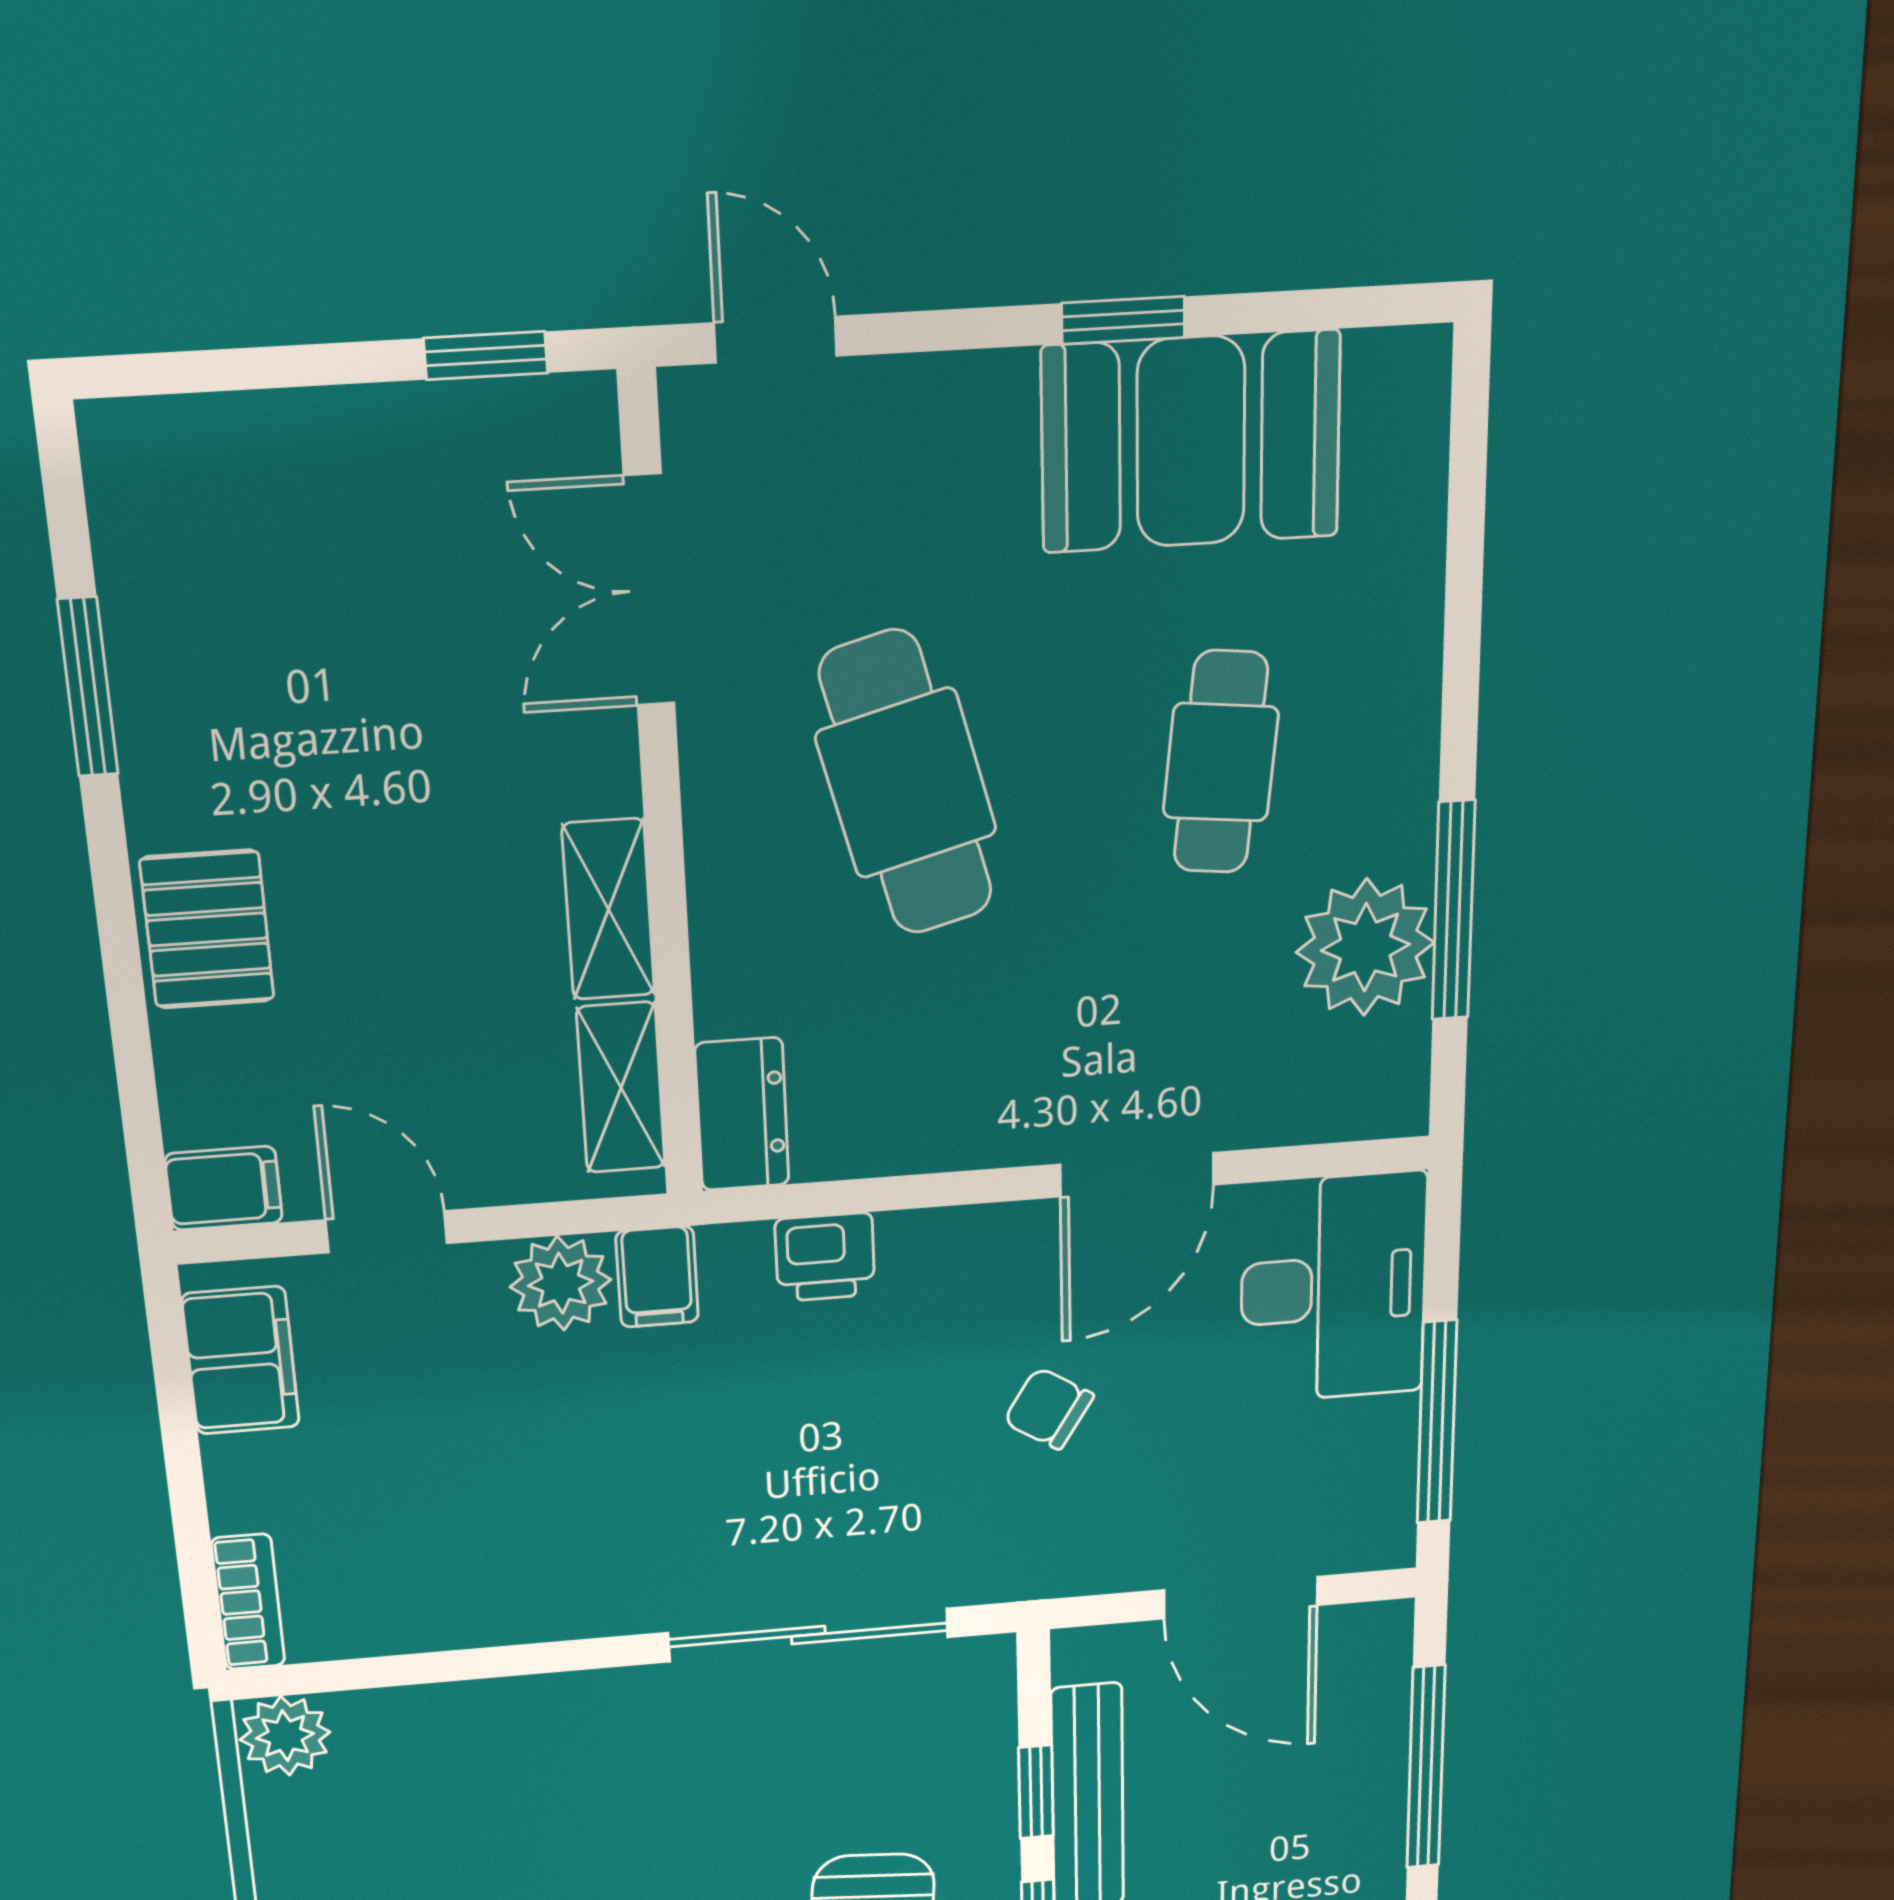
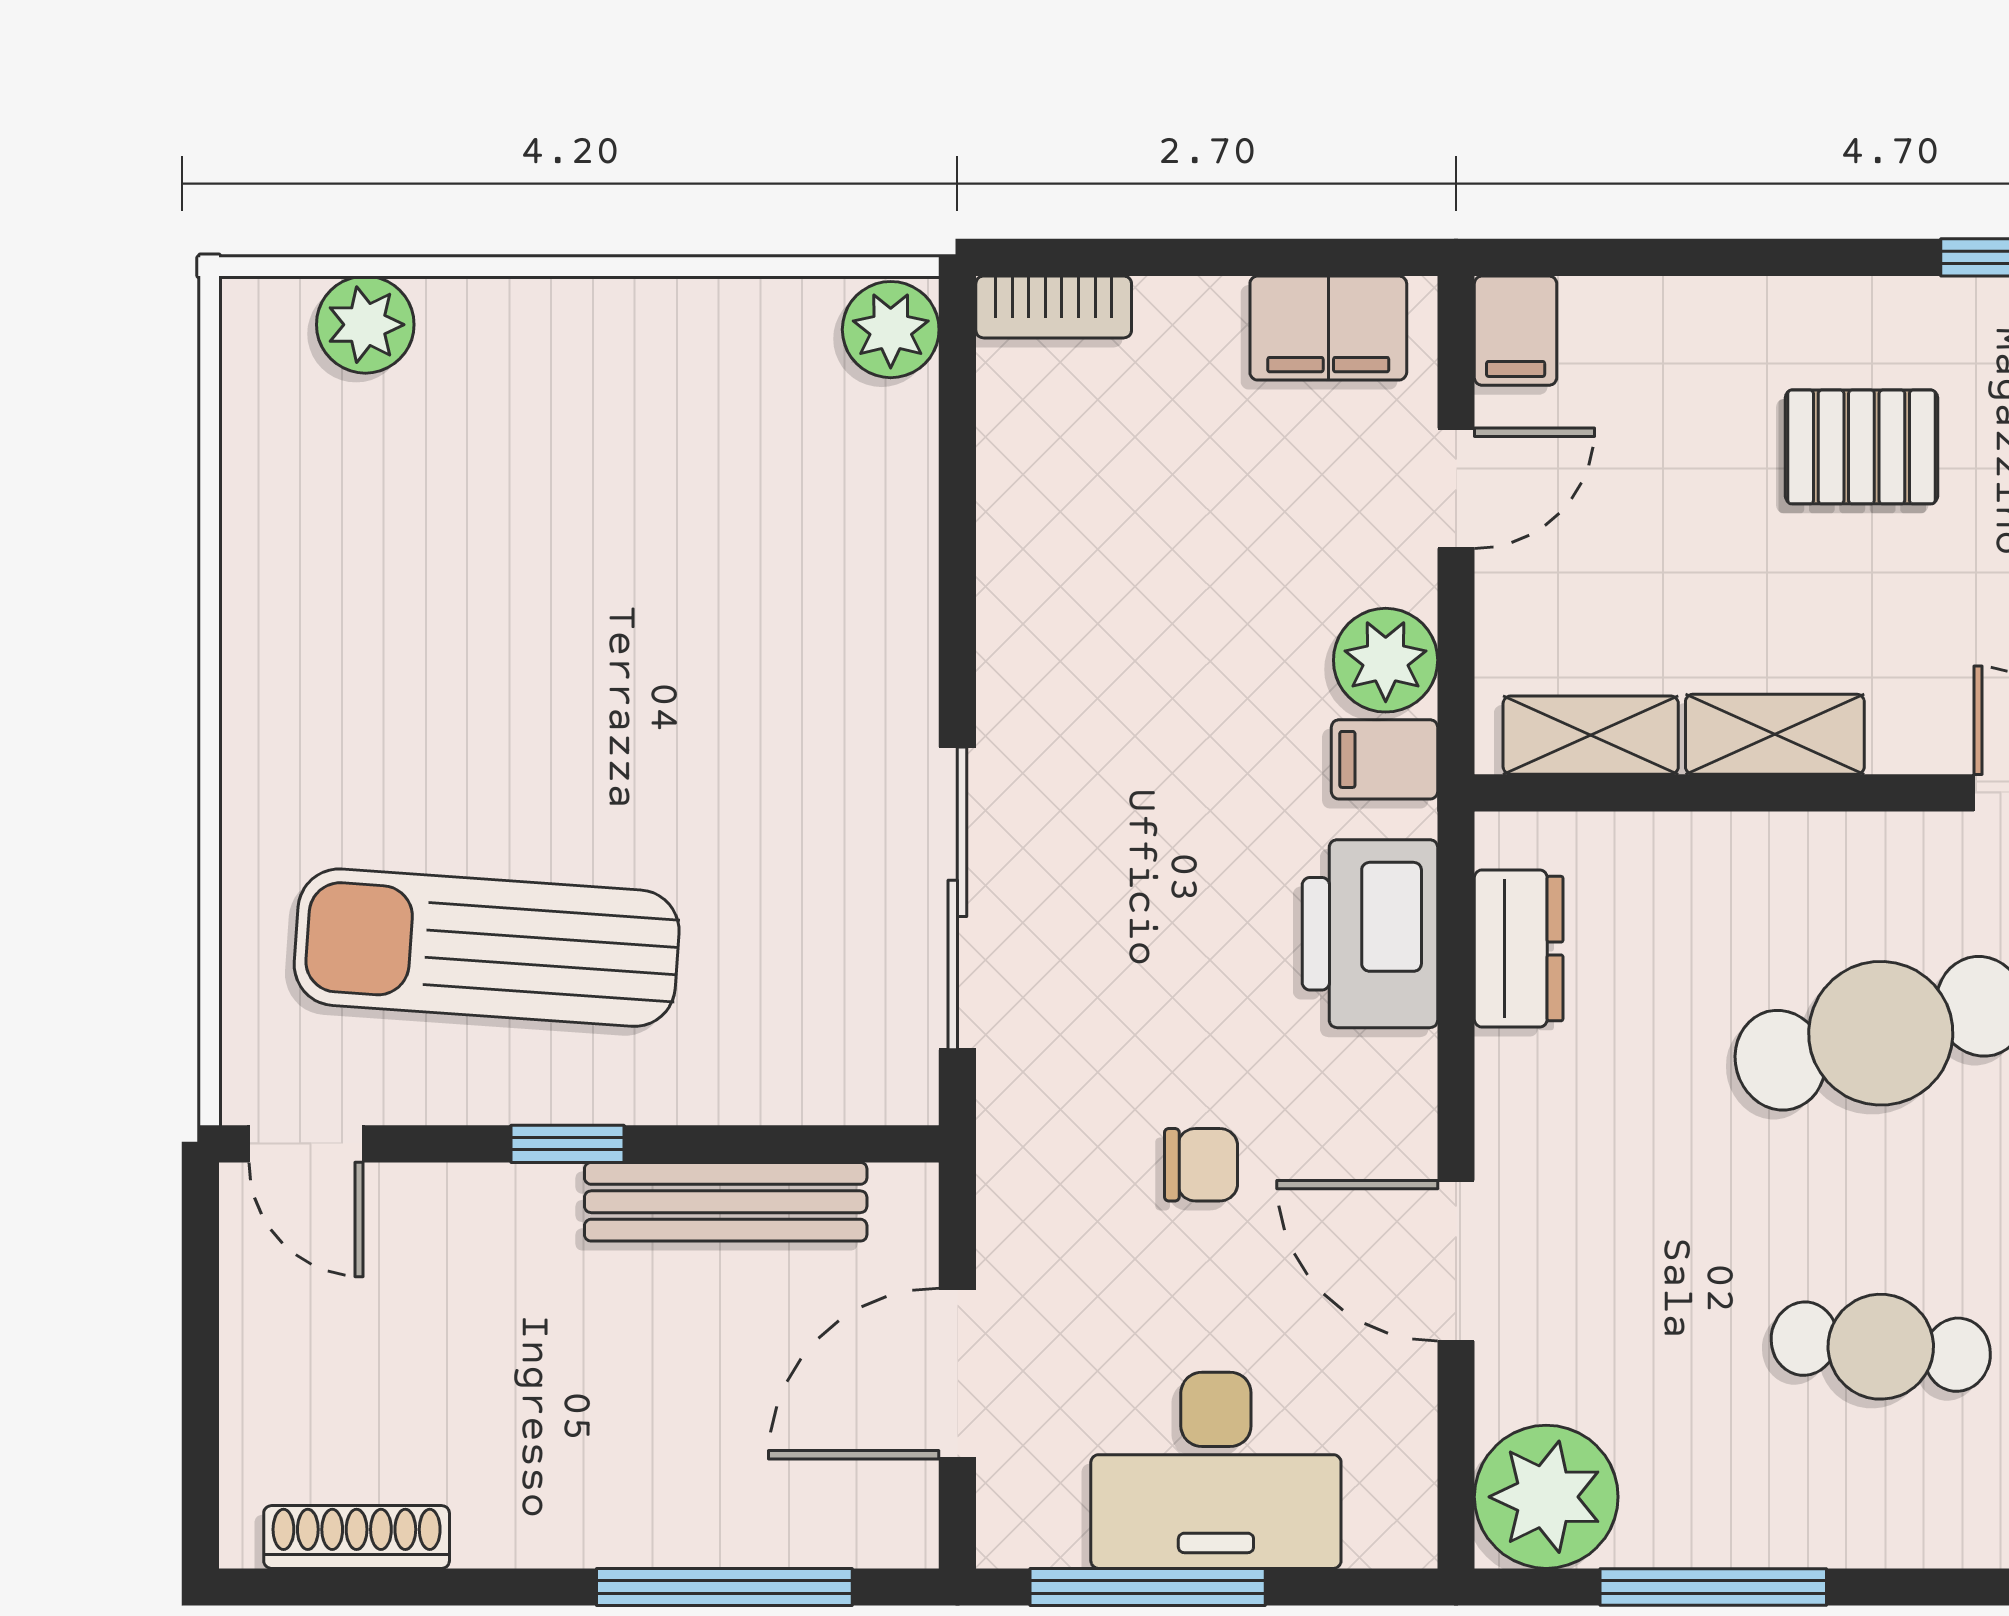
pallet: (207, 929) -> (1861, 447), moved
plant: (1365, 947) -> (1546, 1497), moved
dresser: (742, 1114) -> (1519, 949), moved, turned -90
printer: (825, 1257) -> (1370, 934), width x1.87, depth x1.48
desk: (1333, 1288) -> (1216, 1470), moved
chair: (1049, 1408) -> (1201, 1165), turned 58
window: (1036, 1792) -> (738, 1144), removed

